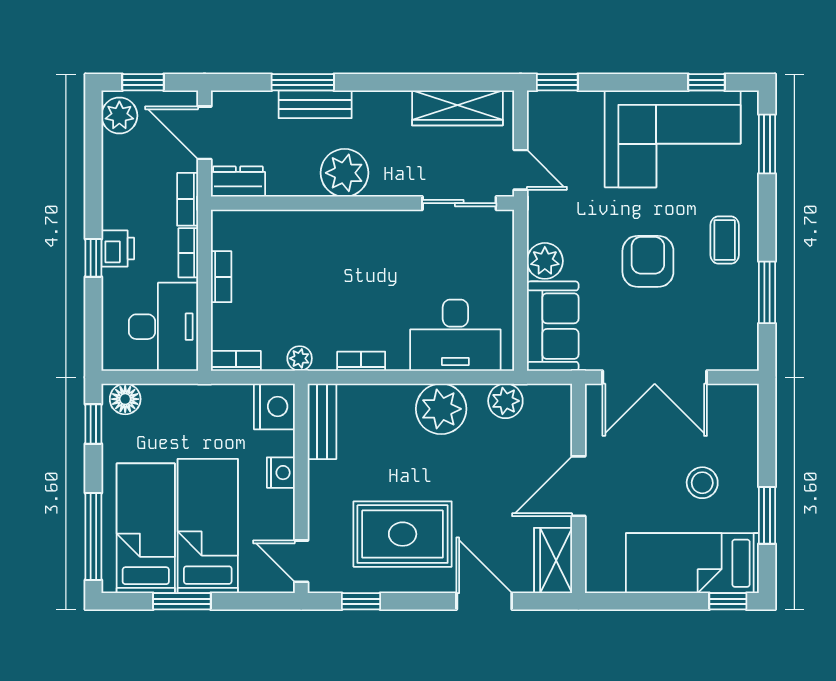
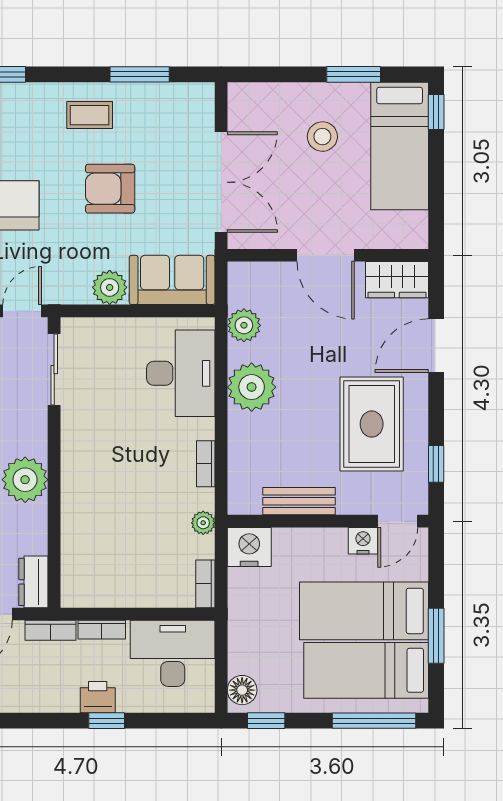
bookcase: (221, 277) -> (125, 598), removed
bench: (322, 421) -> (299, 501), moved
nightstand: (281, 473) -> (363, 541), moved

